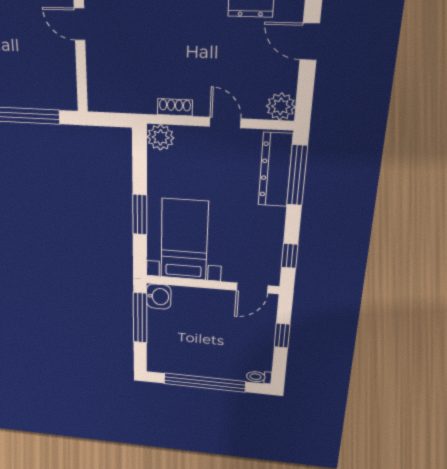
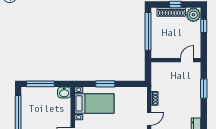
plant: (160, 137) -> (141, 93), removed
window: (140, 318) -> (40, 84), moved

